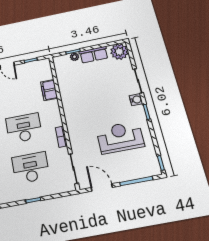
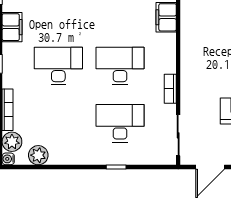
door: (102, 187) -> (210, 167), swing flipped

